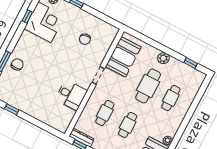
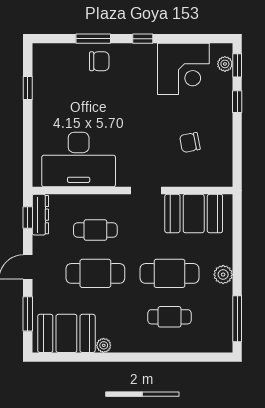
window: (27, 17) -> (143, 39), moved
window: (191, 63) -> (237, 319), width x2.17
desk: (71, 95) -> (79, 159), width x1.87, depth x1.30
cafe table: (128, 125) -> (95, 273), width x1.37, depth x1.35

